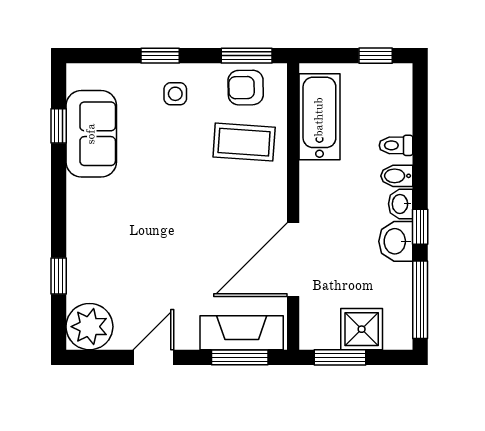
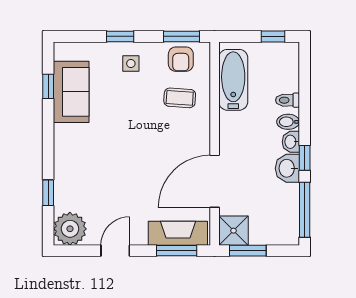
armchair: (246, 88) -> (181, 59), turned -89
coffee table: (244, 142) -> (180, 98), width x0.73, depth x0.77
shower: (362, 329) -> (234, 231), moved

